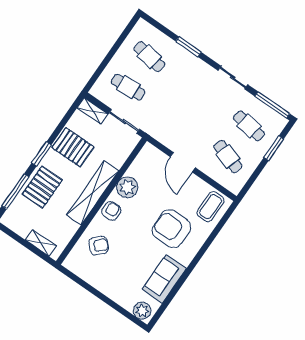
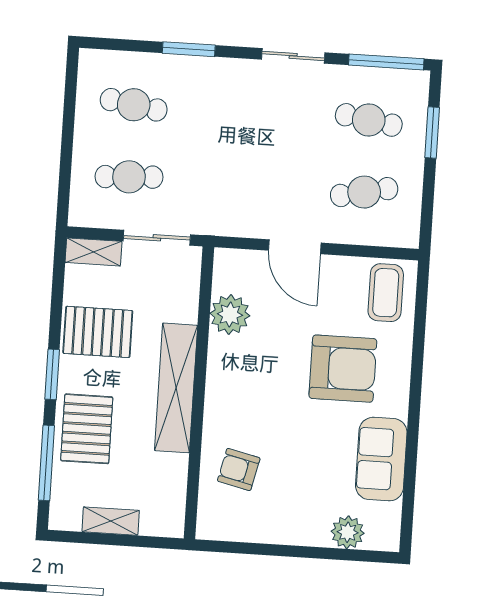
cafe table: (228, 156) -> (364, 192), turned -30
plant: (127, 187) -> (230, 315), moved
armchair: (111, 211) -> (225, 399), removed
armchair: (171, 229) -> (343, 369), turned 180
shelving: (41, 243) -> (111, 521), moved
armchair: (99, 246) -> (239, 470), turned -123
plant: (142, 311) -> (348, 532), moved

